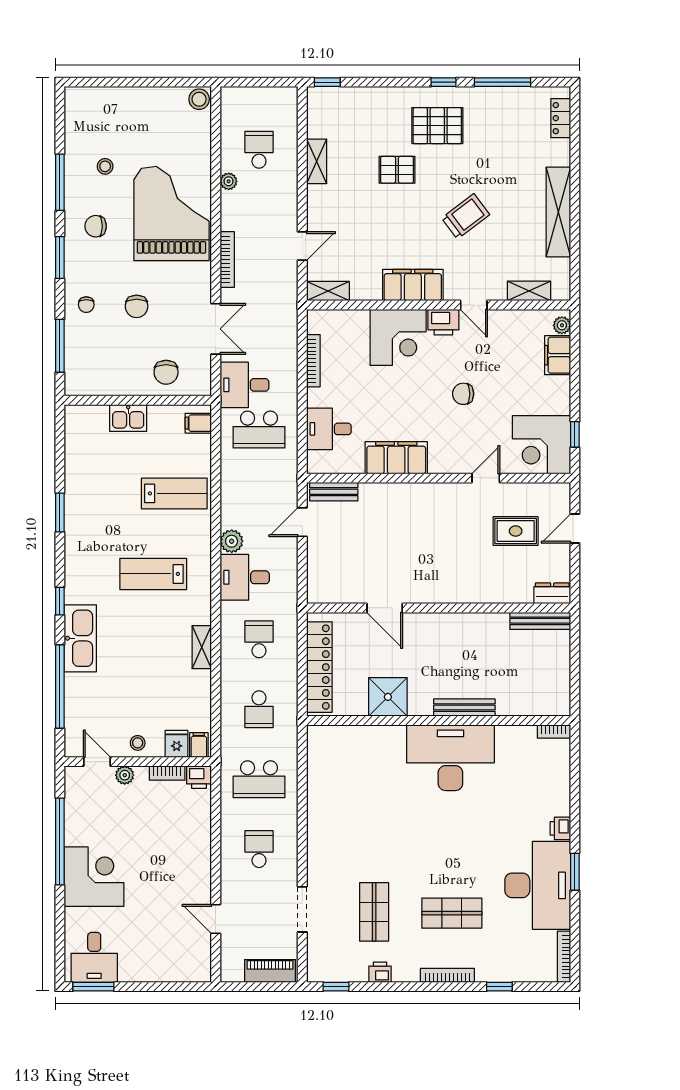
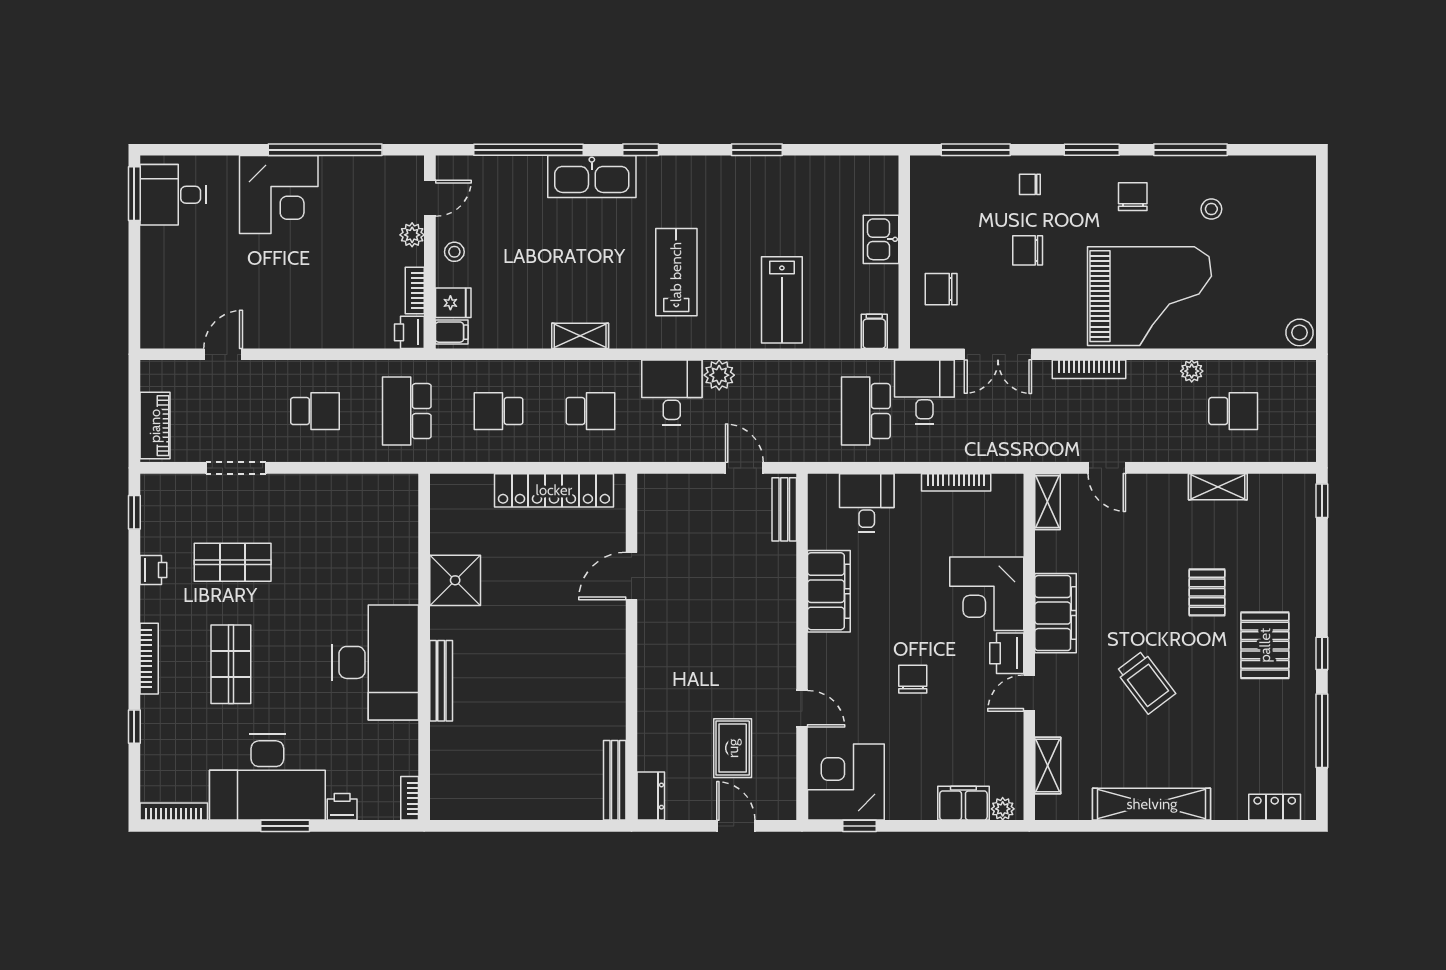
shower: (388, 697) -> (455, 580), moved
bench: (464, 708) -> (441, 681), moved
wall: (439, 721) -> (424, 647), moved
bookcase: (554, 731) -> (410, 798), moved
desk: (450, 758) -> (375, 662), moved

